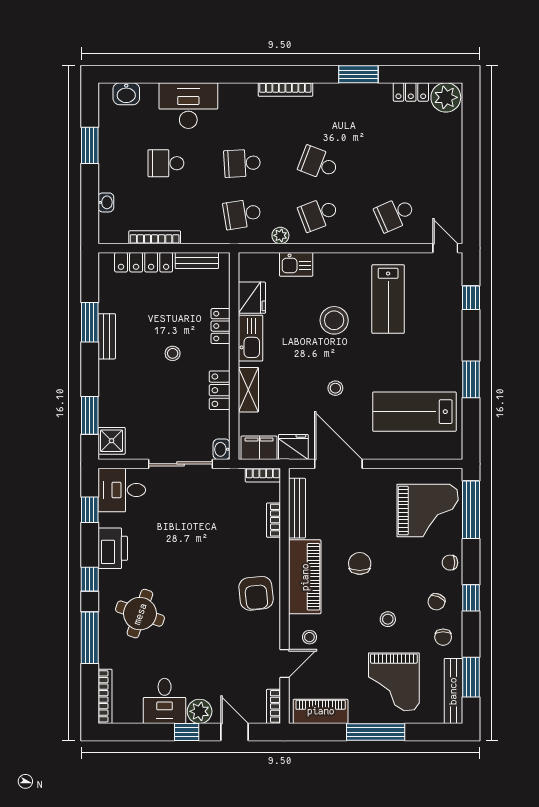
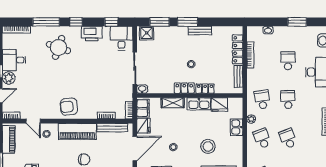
school desk: (318, 163) -> (288, 138), turned -42
window: (90, 322) -> (188, 22), moved
locker: (220, 390) -> (184, 88), moved

